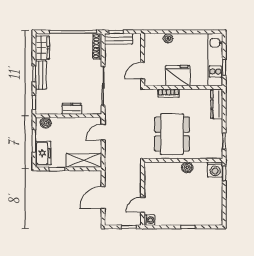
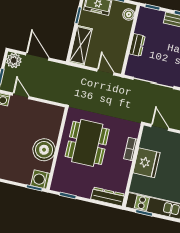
dining table: (172, 134) -> (87, 143), turned 90
boiler: (187, 167) -> (44, 150), width x1.86, depth x1.86
plant: (112, 218) -> (14, 61), added

